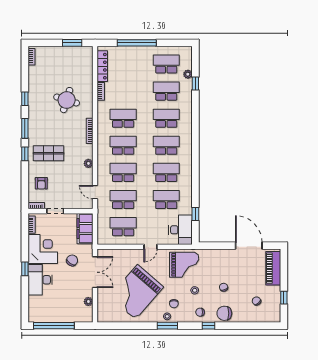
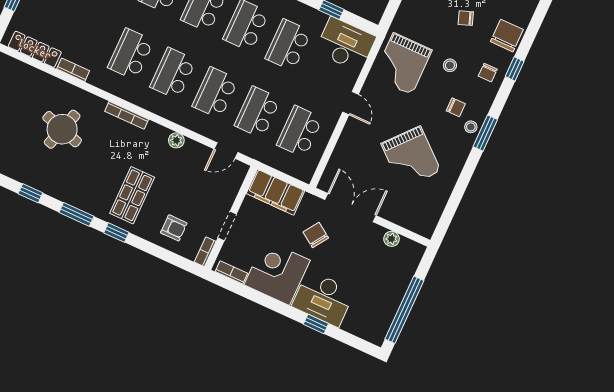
grand piano: (184, 265) -> (403, 64), turned 180
window: (25, 269) -> (316, 324), moved
grand piano: (136, 292) -> (411, 157), width x0.73, depth x0.68
chair: (224, 313) -> (507, 36), turned 180

